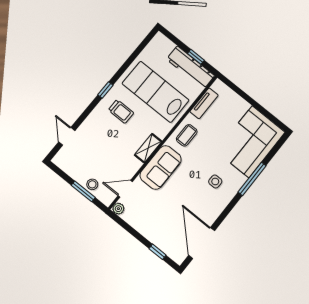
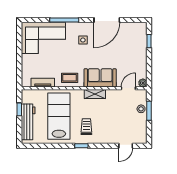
workbench: (191, 67) -> (28, 122), moved
lab bench: (156, 92) -> (59, 116), turned 180
door: (125, 189) -> (128, 88), swing flipped
door: (202, 243) -> (107, 20), moved

